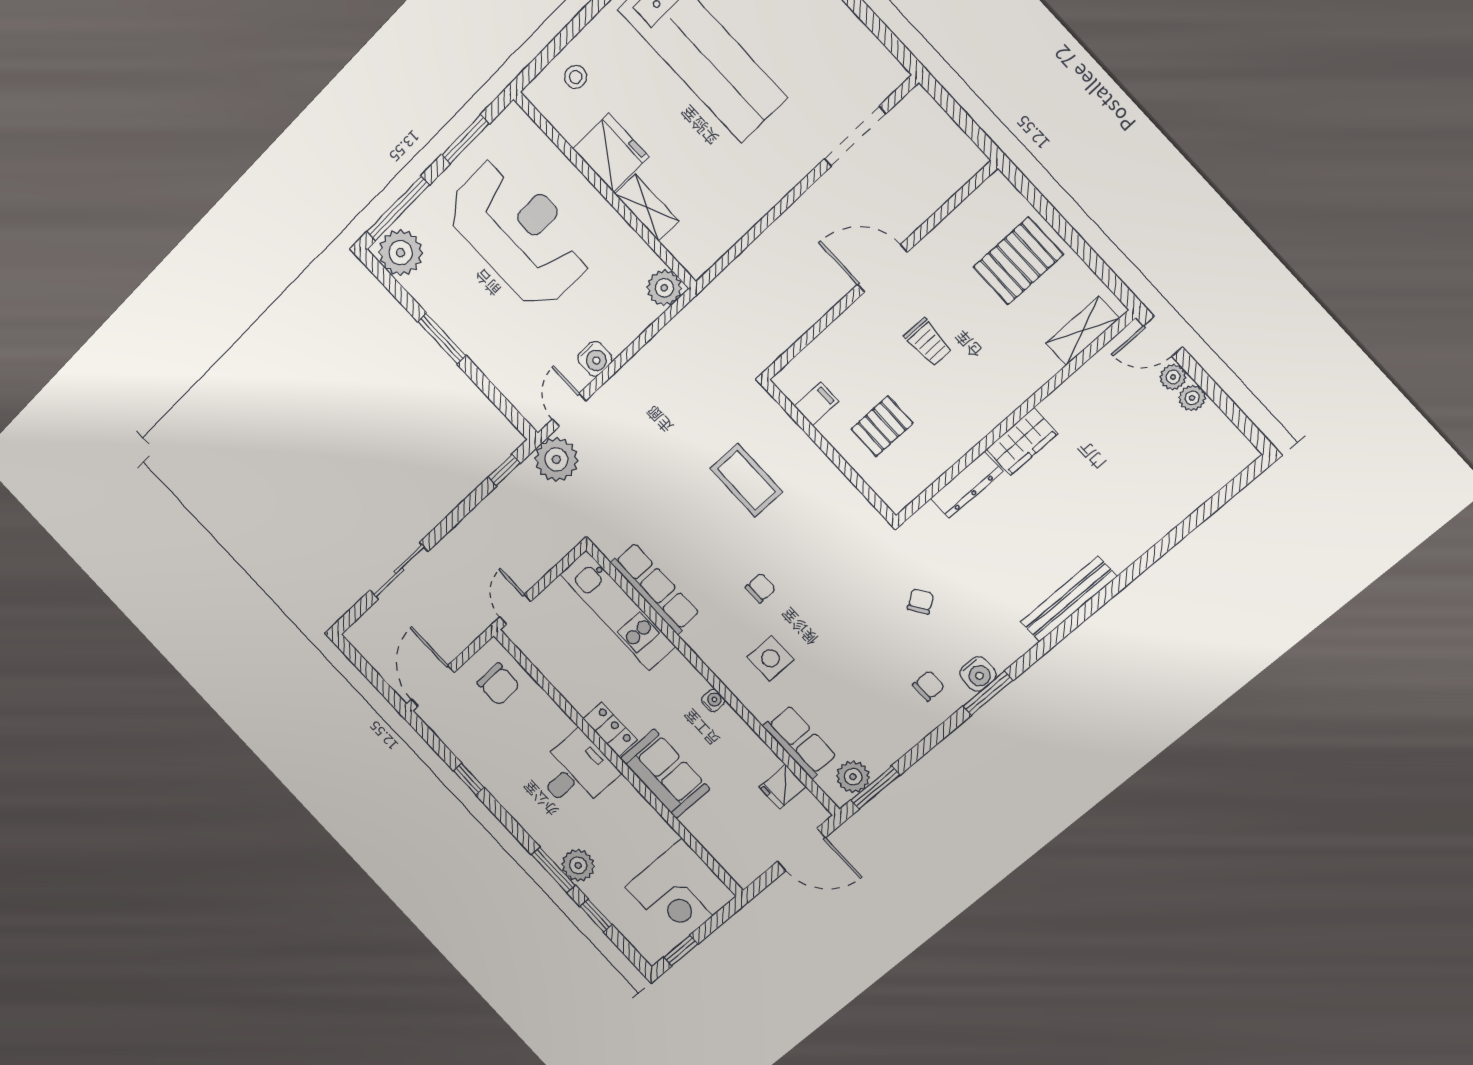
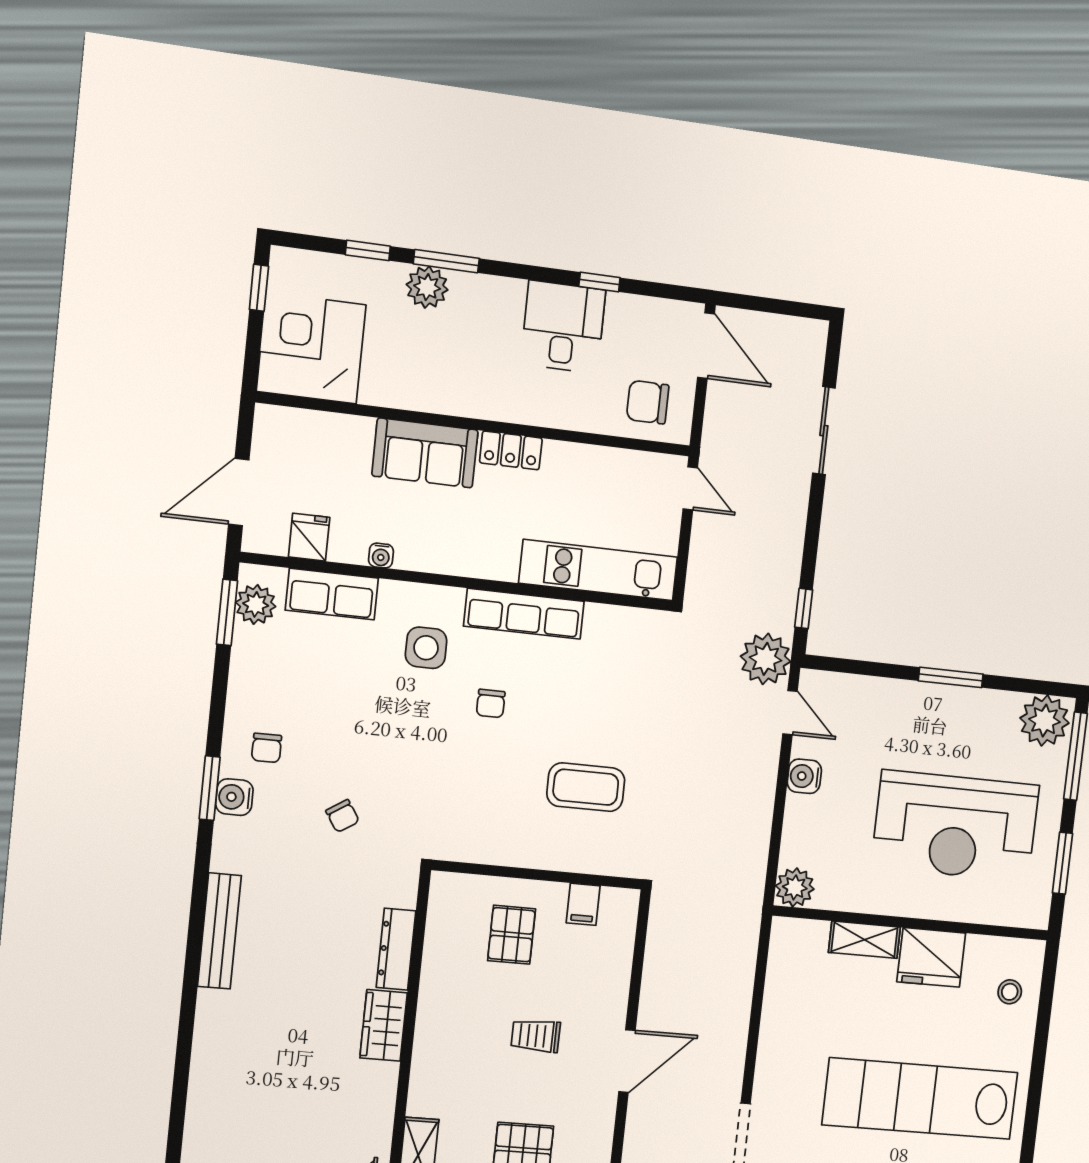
row of seats: (655, 588) -> (524, 614), moved
water cooler: (713, 701) -> (381, 556), moved
desk: (576, 772) -> (563, 327), moved, turned 180

